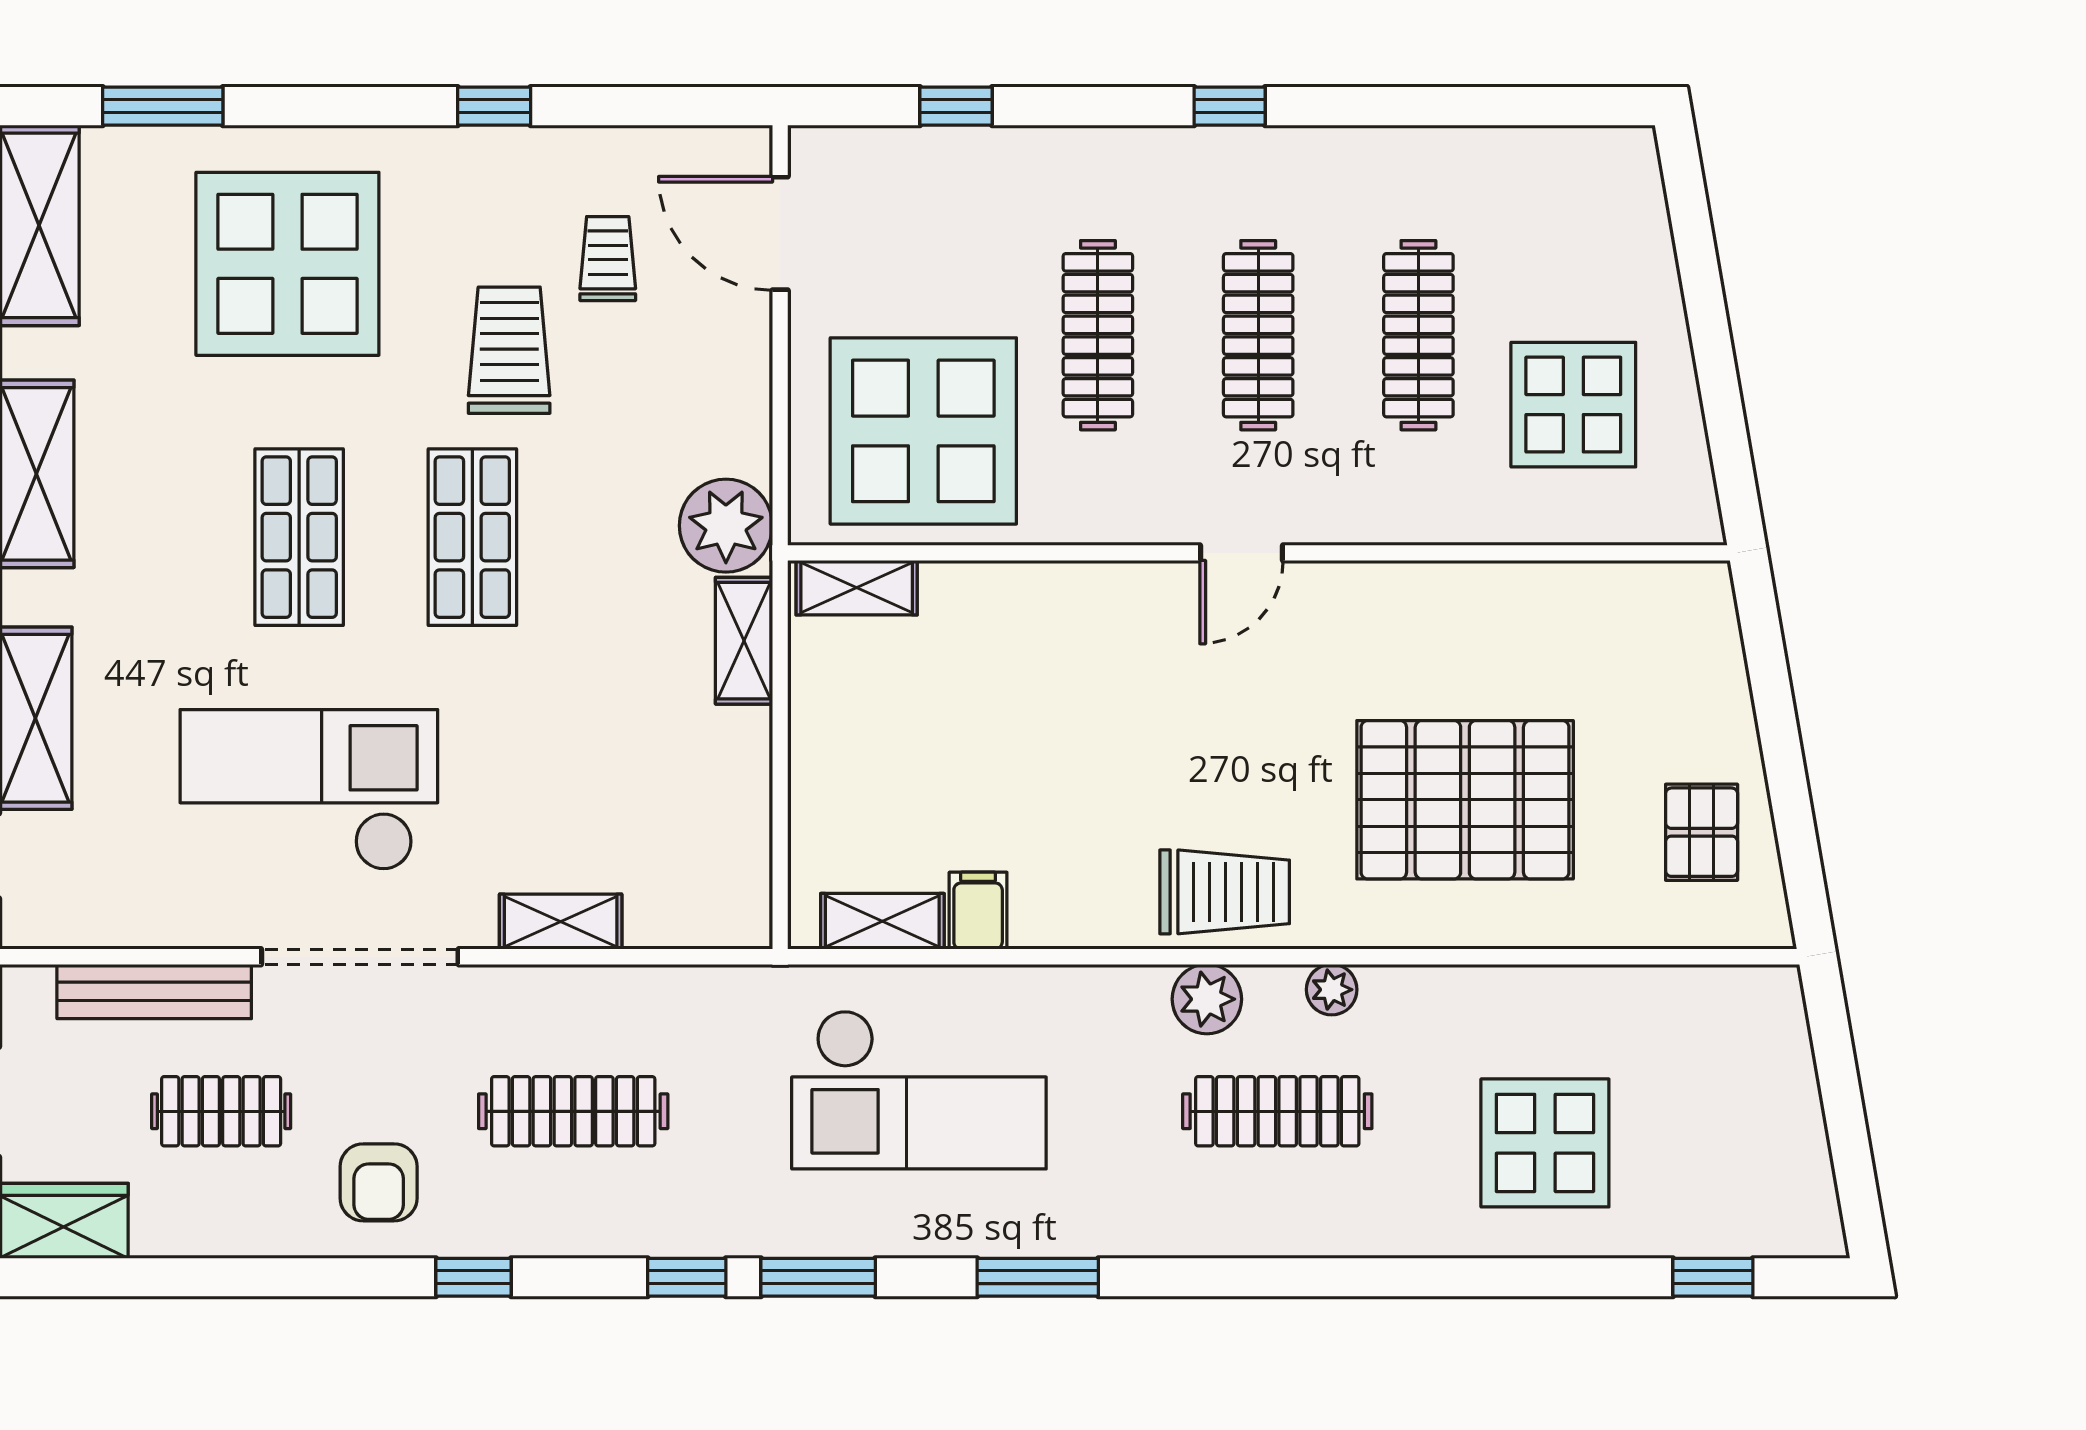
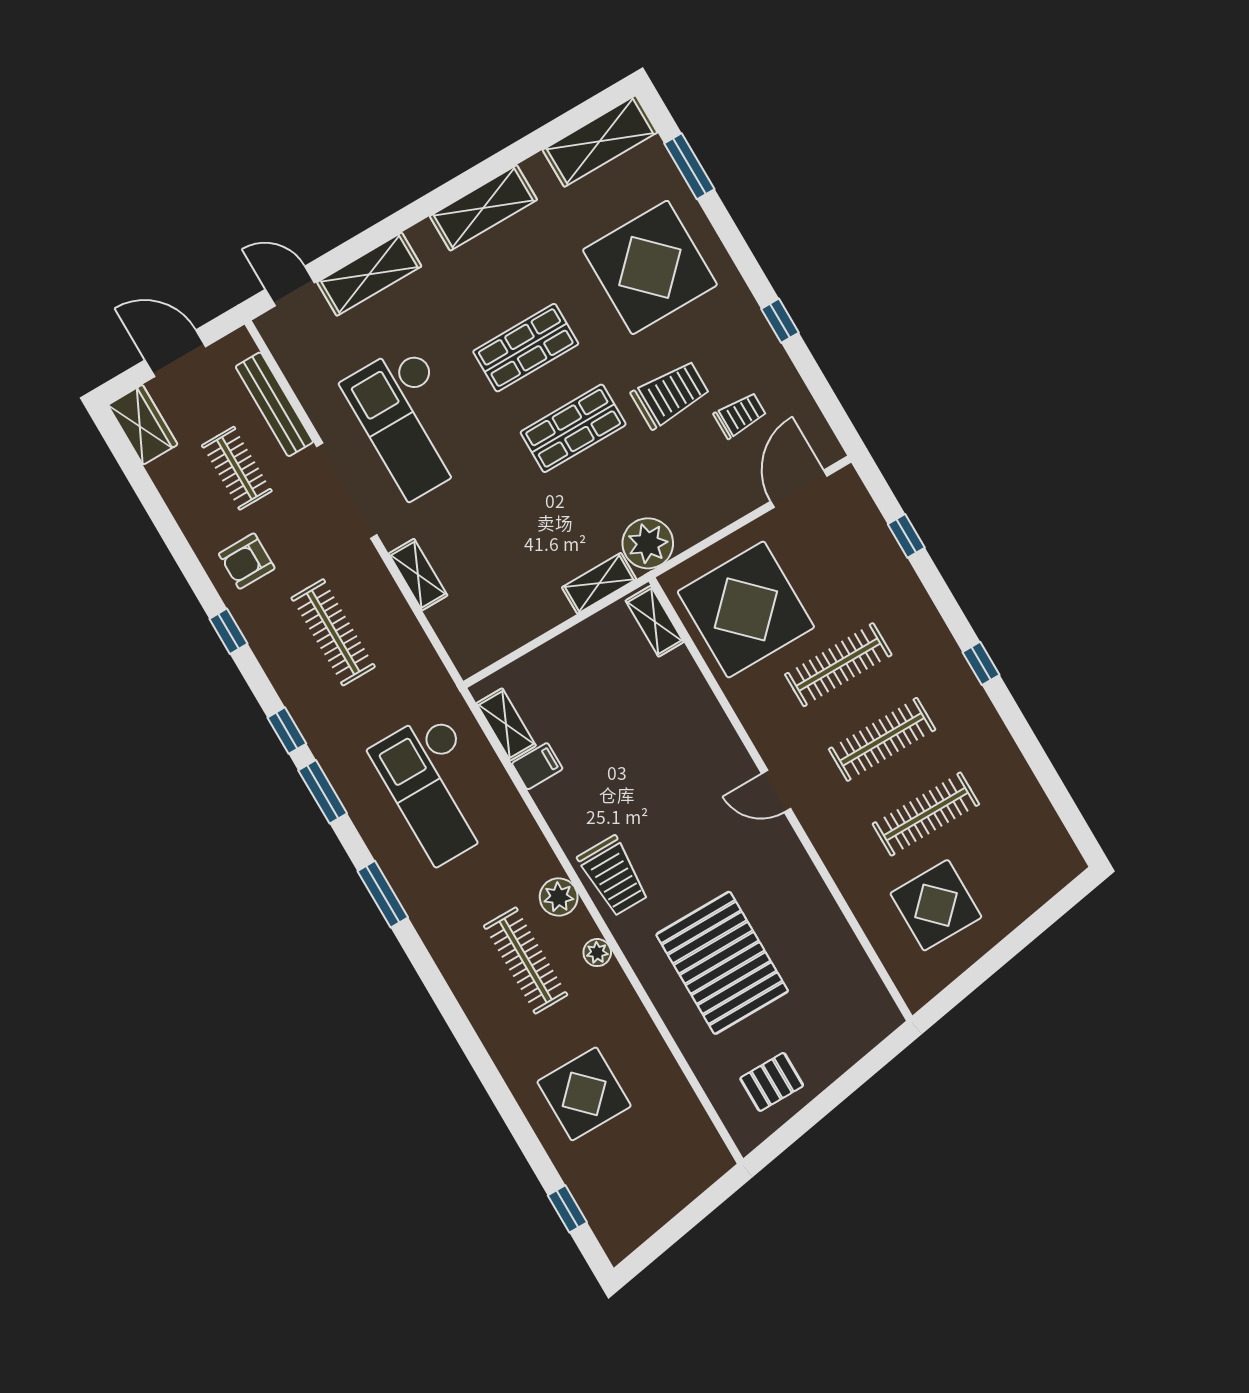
checkout: (309, 790) -> (411, 421), turned 180

